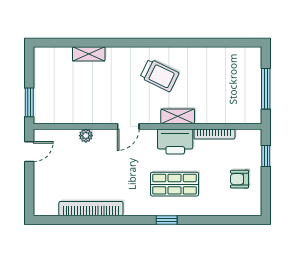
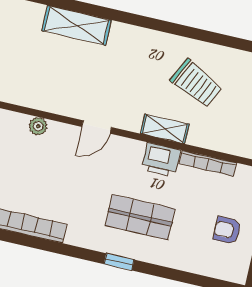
shelving: (89, 54) -> (77, 25), width x1.50, depth x1.33
trolley: (159, 75) -> (196, 84), moved
printer: (175, 141) -> (161, 160), width x0.73, depth x0.84

